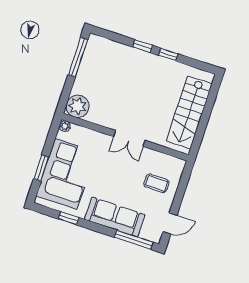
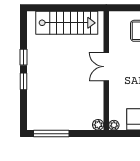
plant: (78, 106) -> (98, 125), width x0.53, depth x0.53
double door: (129, 138) -> (106, 67), swing flipped

